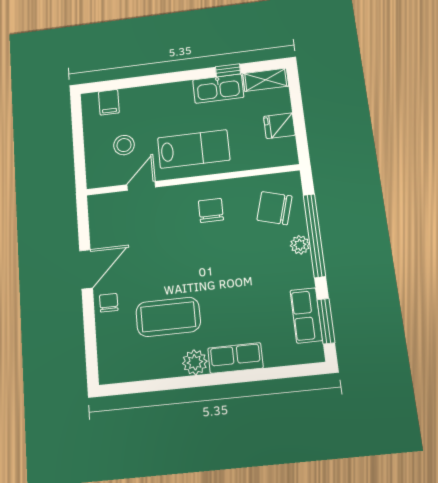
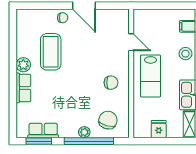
stool: (124, 145) -> (185, 54), moved

